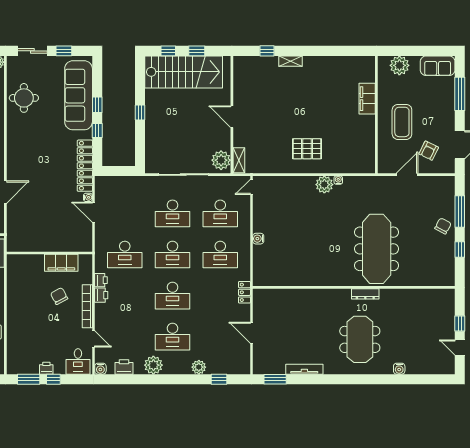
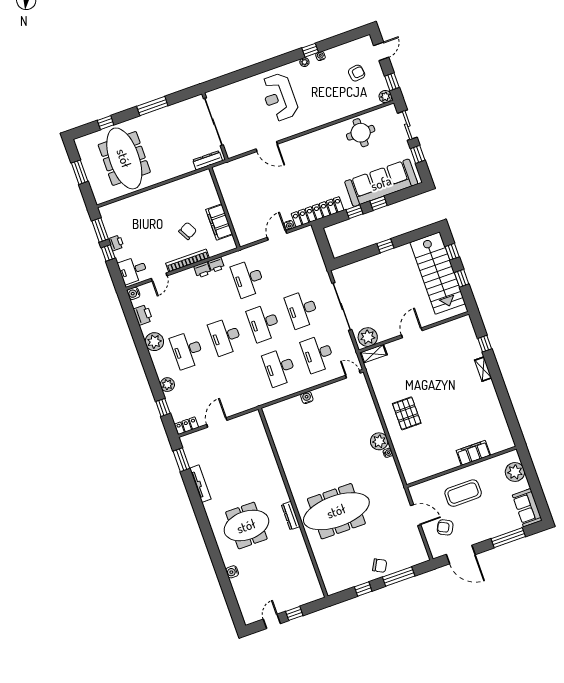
locker: (244, 292) -> (187, 426), moved

